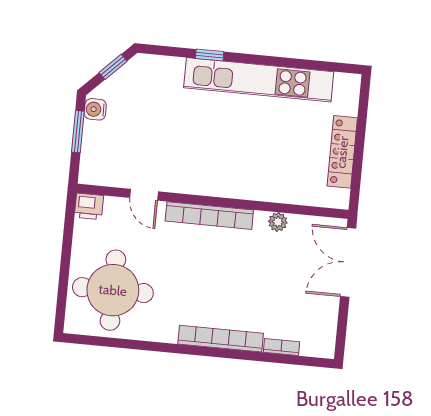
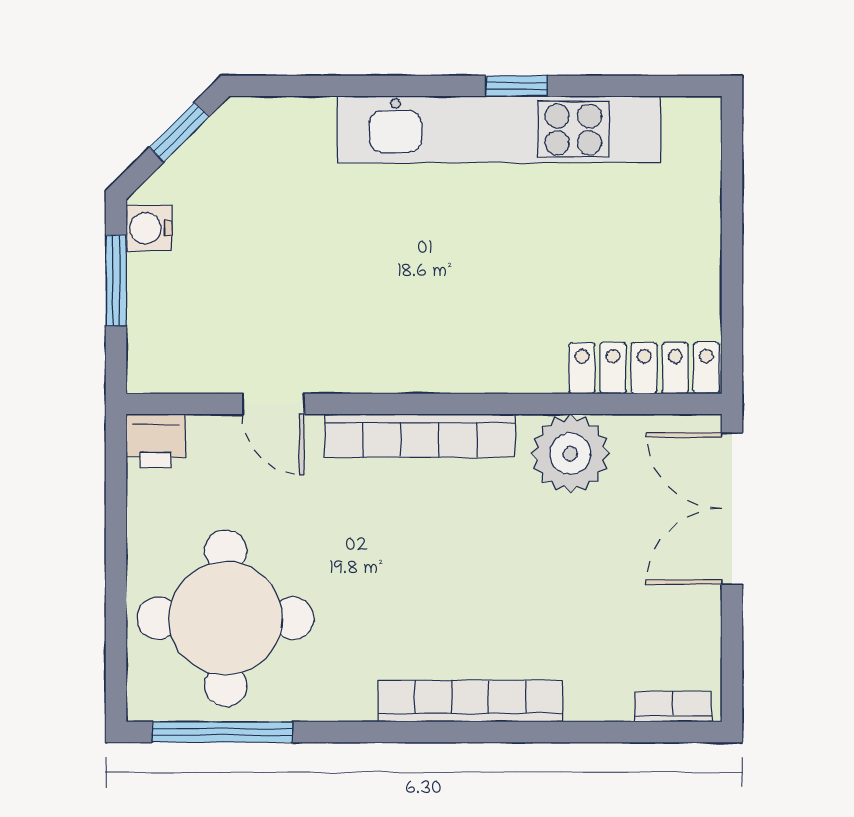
window: (210, 55) -> (517, 86), moved
locker: (342, 152) -> (644, 368), moved, turned 90
plant: (278, 222) -> (570, 454), width x1.88, depth x1.88
window: (106, 342) -> (222, 732), added
bookcase: (282, 347) -> (673, 707), moved

